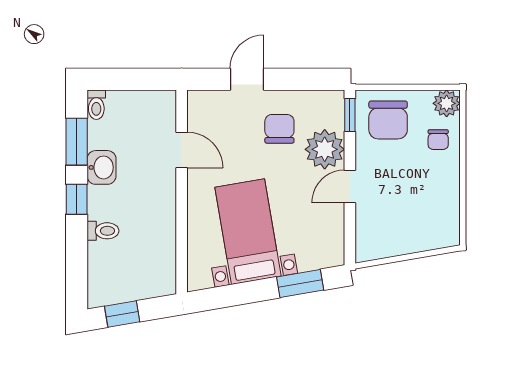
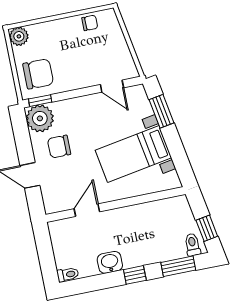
chair: (438, 140) -> (90, 23), moved
window: (77, 142) -> (178, 266), moved
plant: (325, 149) -> (40, 118), moved
door: (350, 187) -> (112, 86), moved
toilet: (103, 231) -> (192, 245), moved

